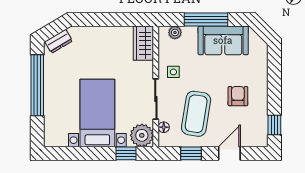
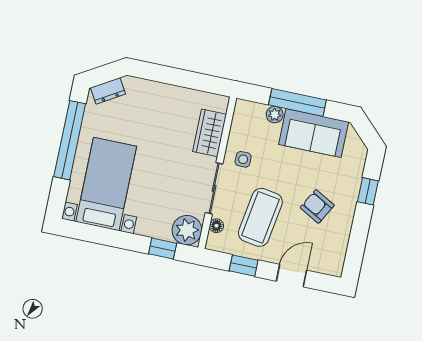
plant: (175, 33) -> (275, 115), moved
wardrobe: (143, 43) -> (210, 133), moved
armchair: (238, 96) -> (317, 206), turned -61
bed with nightstands: (97, 113) -> (106, 184), moved
window: (274, 125) -> (368, 191), moved

